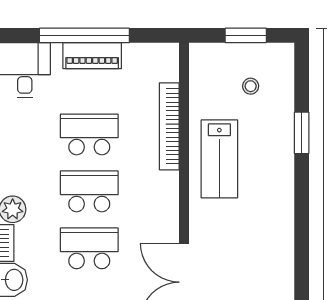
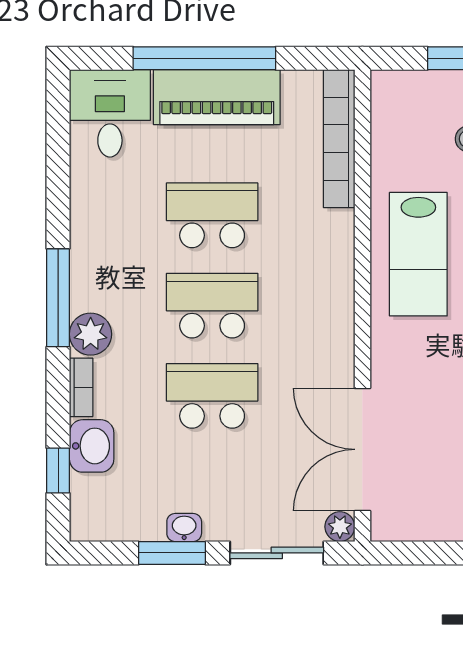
piano: (92, 56) -> (217, 97), width x1.37, depth x1.33
bookcase: (169, 126) -> (339, 139), moved

